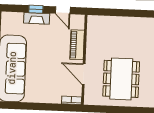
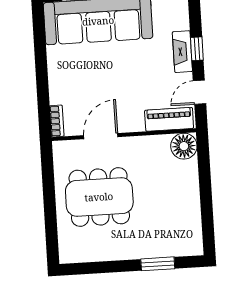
floor lamp: (95, 23) -> (184, 146), added
piano: (77, 45) -> (169, 119), moved

